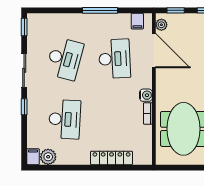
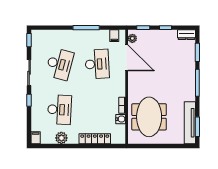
water cooler: (146, 95) -> (121, 119), moved
plant: (48, 157) -> (61, 138), moved

